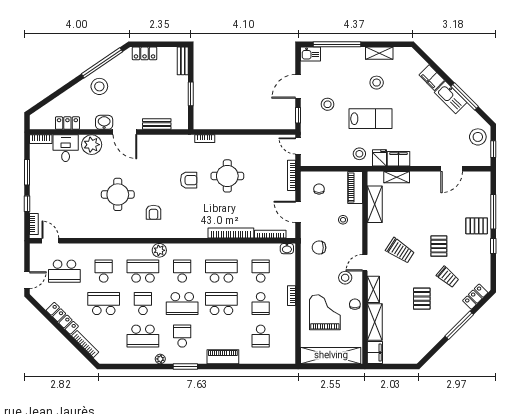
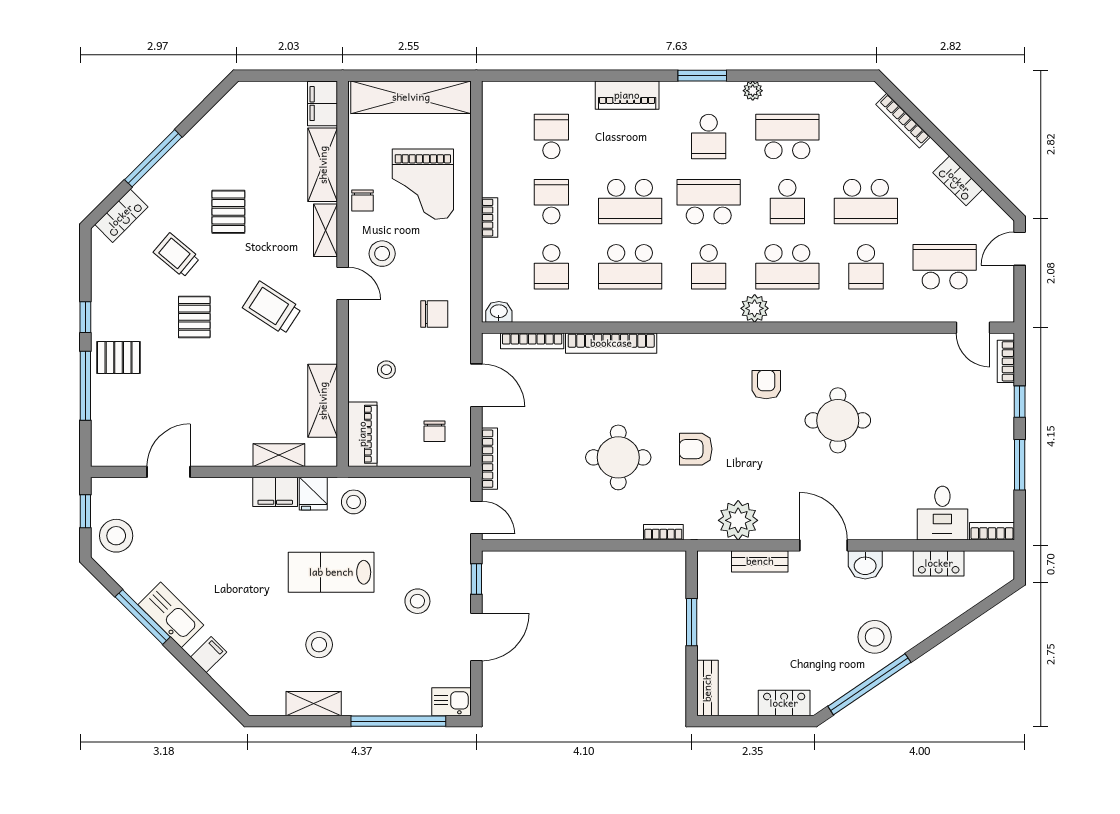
filing cabinet: (432, 78) -> (209, 655), width x0.50
plant: (92, 145) -> (738, 520), moved
door: (365, 263) -> (343, 283), hinge flipped
locker: (62, 318) -> (958, 181), width x0.66

